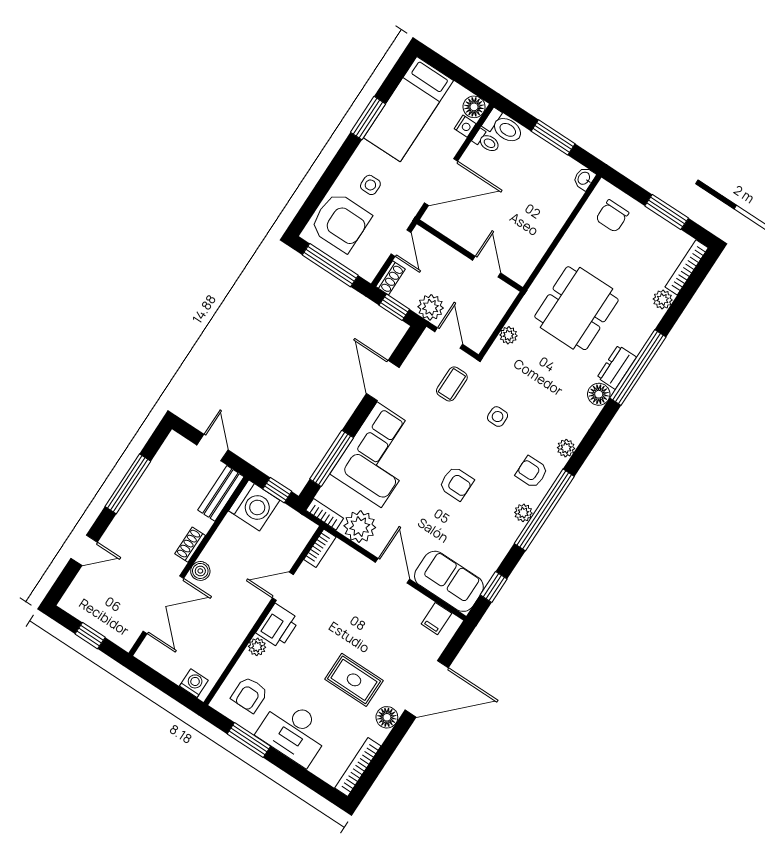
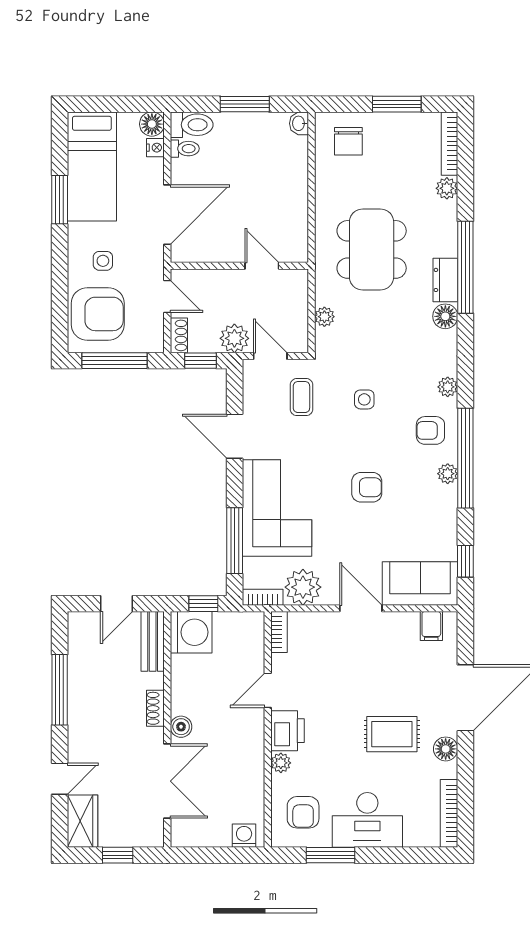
door: (212, 448) -> (117, 604), swing flipped
wardrobe: (80, 593) -> (83, 821), added

